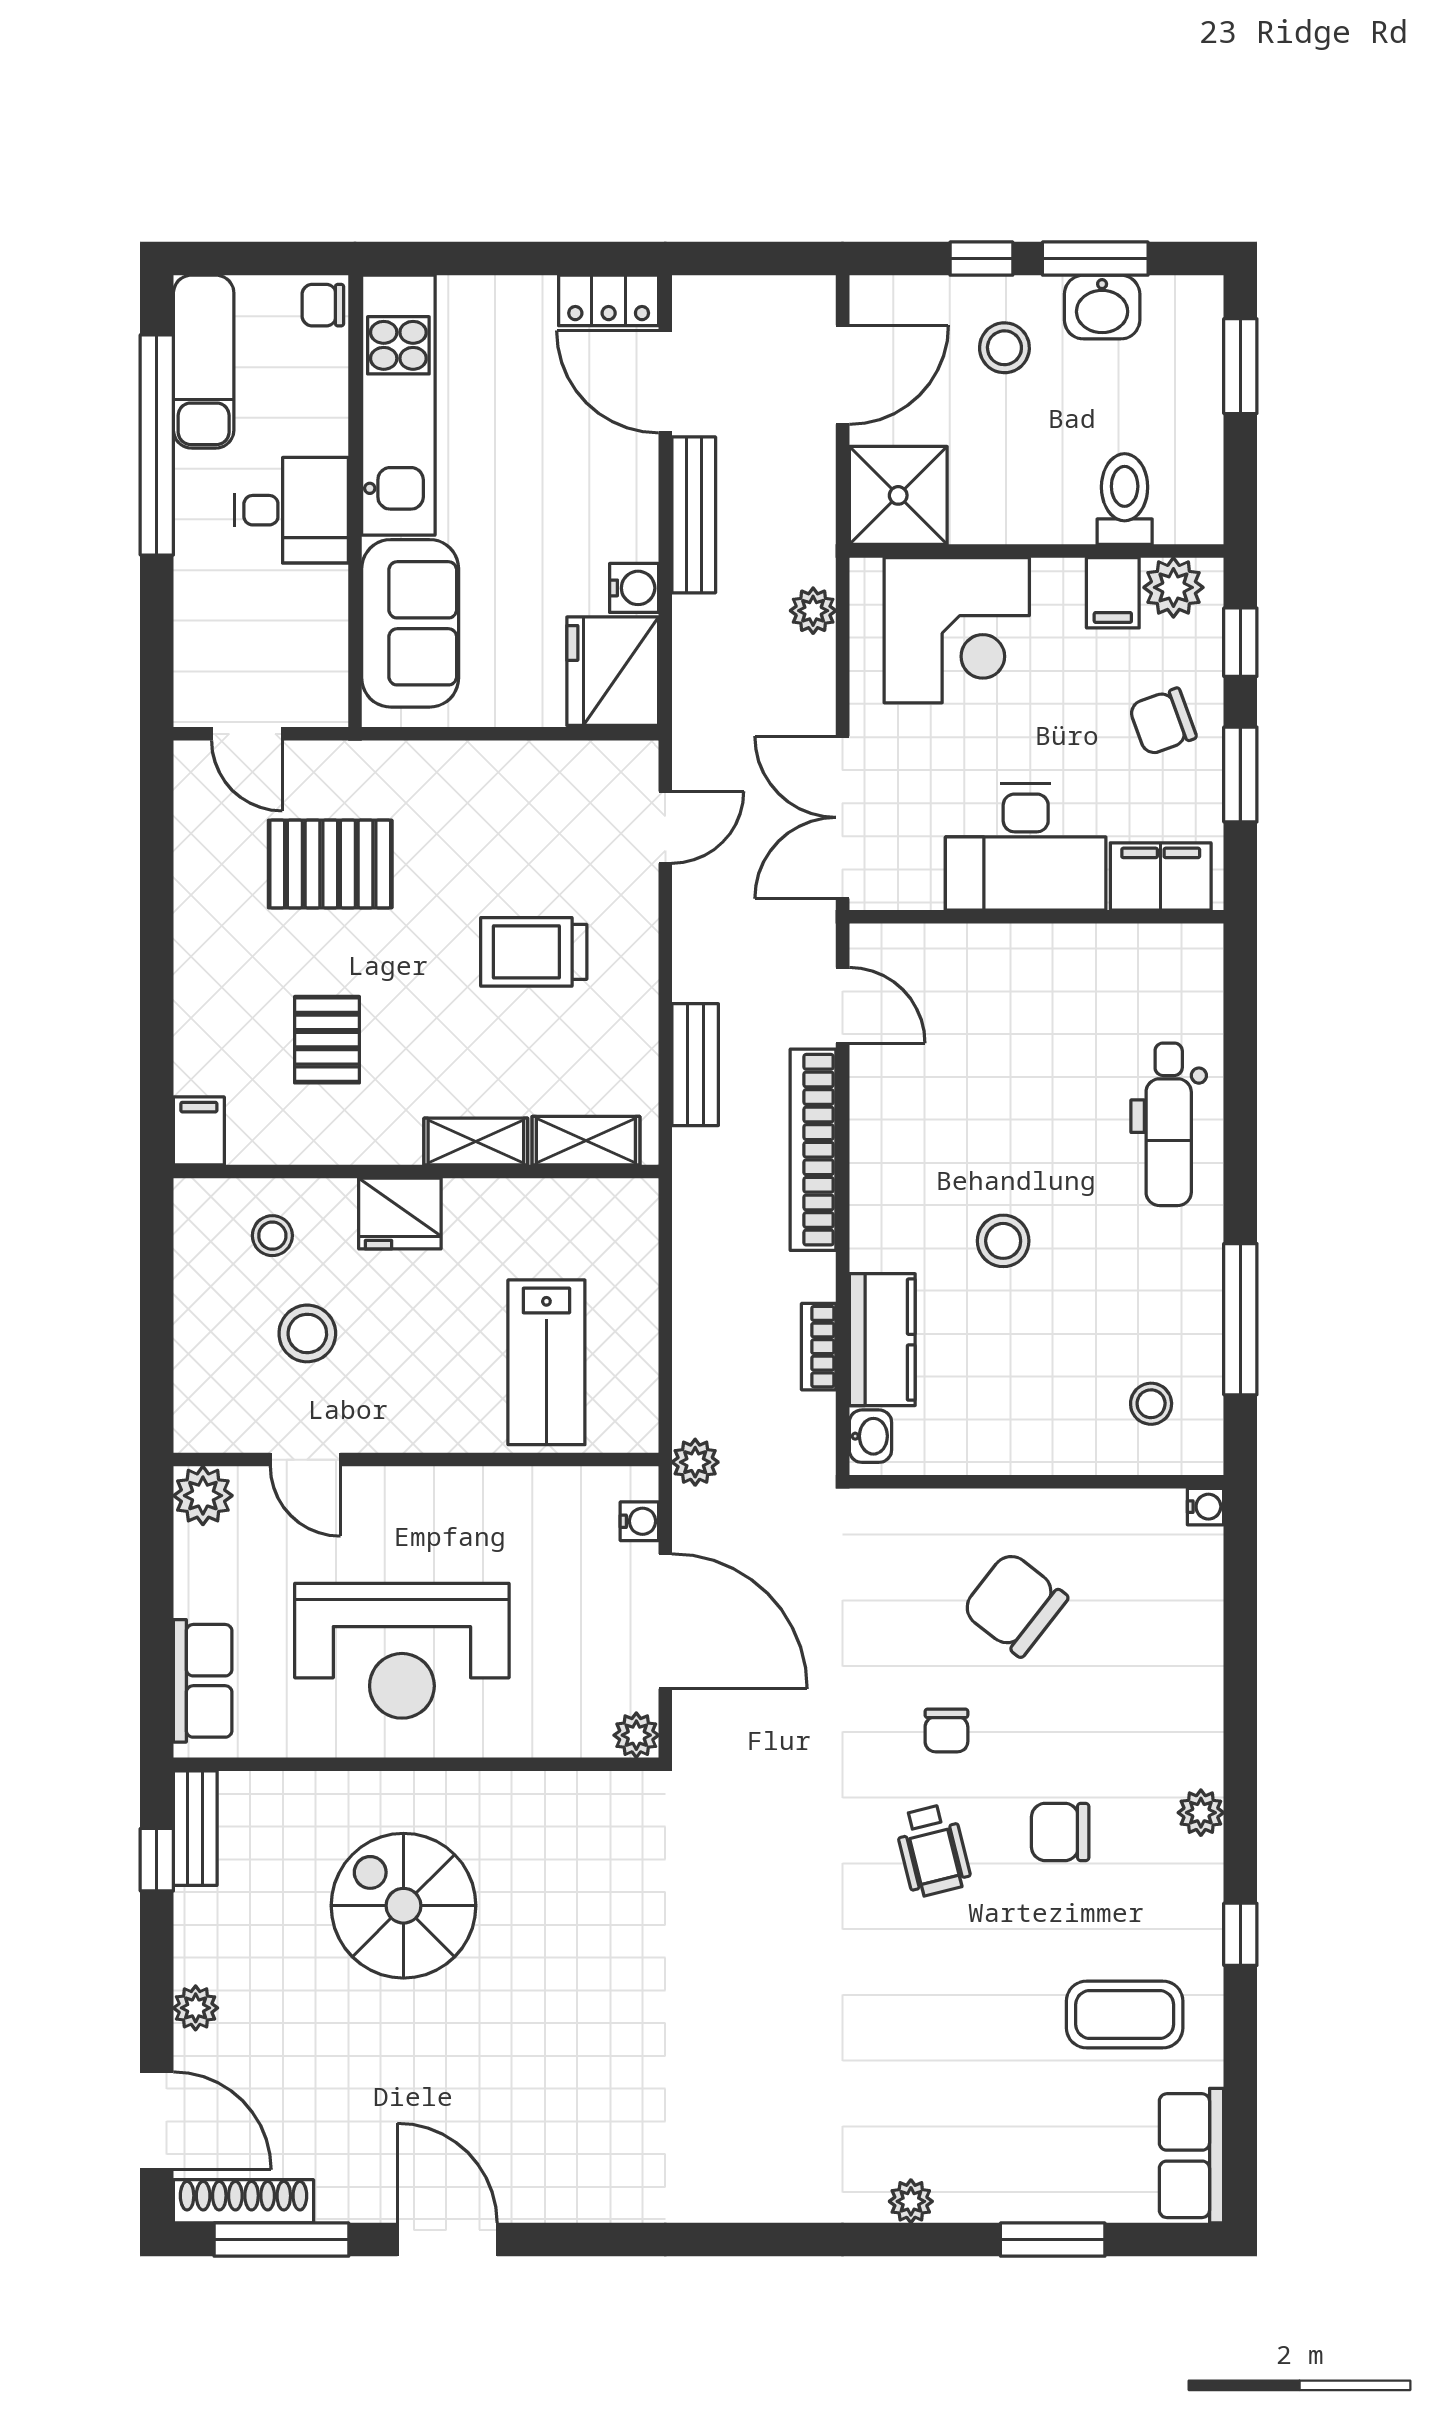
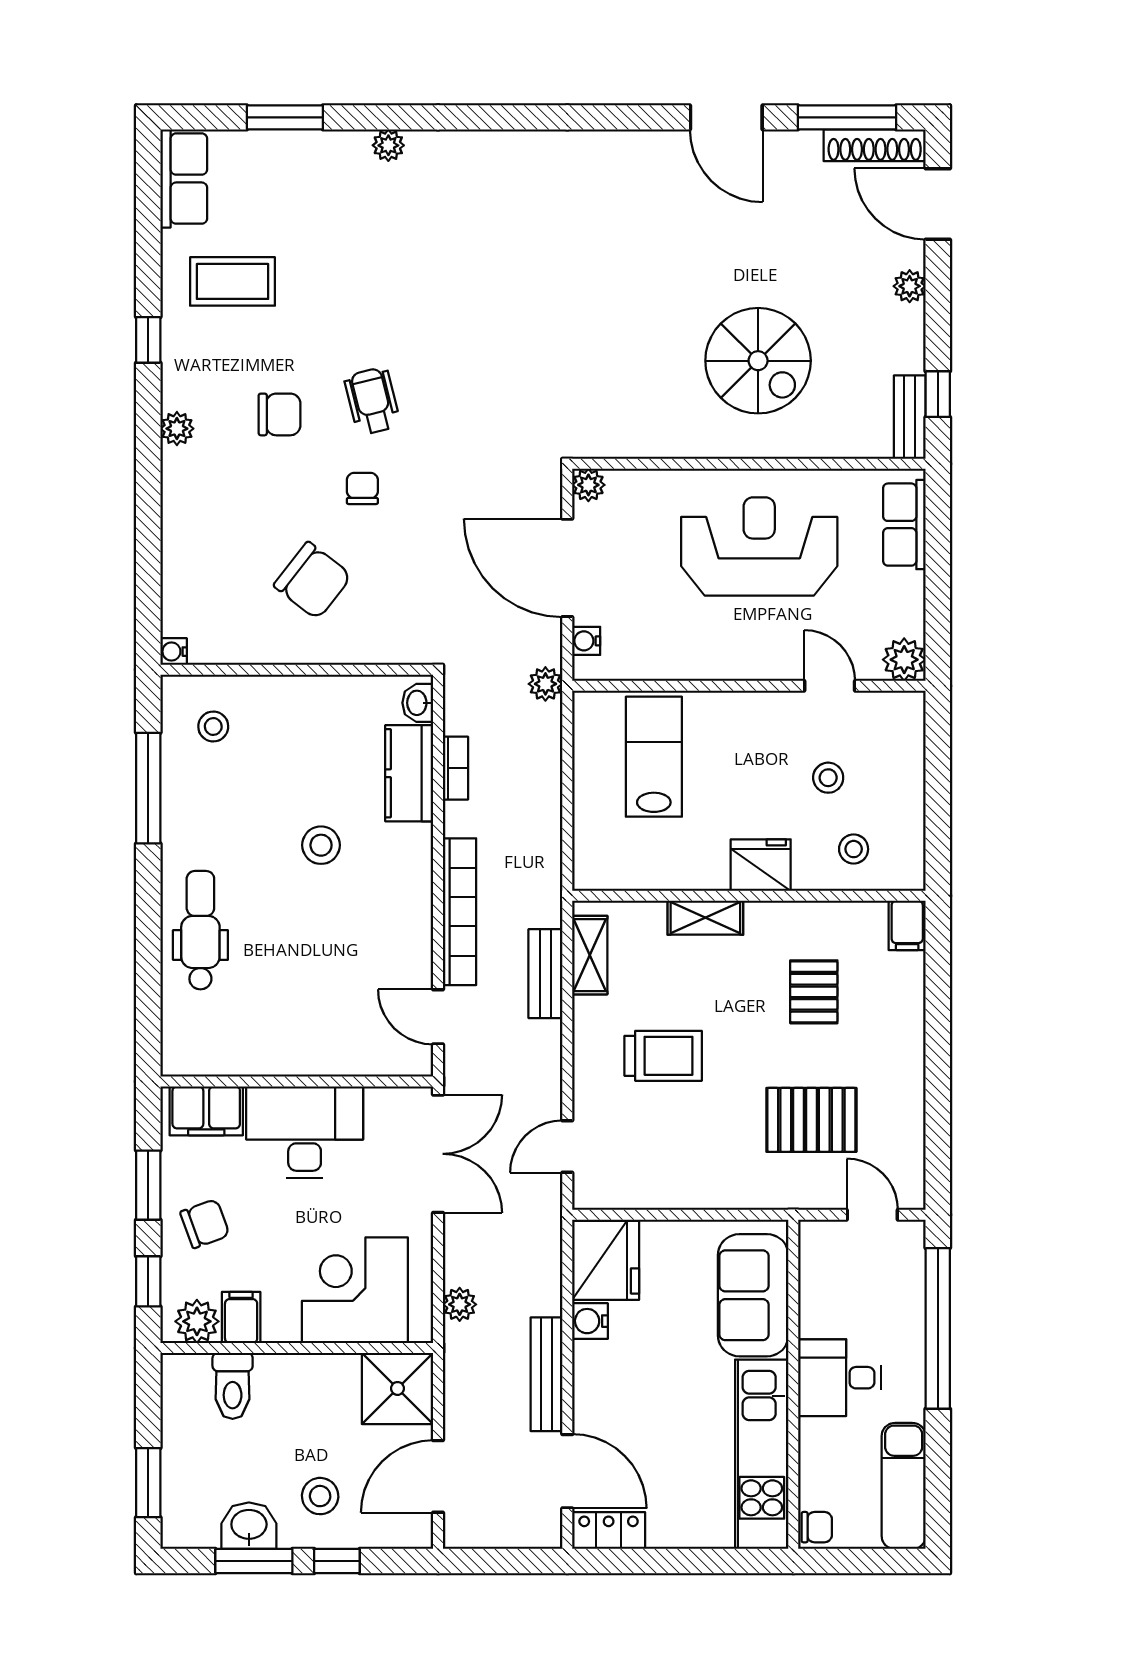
window: (157, 445) -> (938, 1328), moved
shelving: (586, 1141) -> (590, 955), moved, turned 90
stool: (307, 1333) -> (828, 778), width x0.73, depth x0.73

